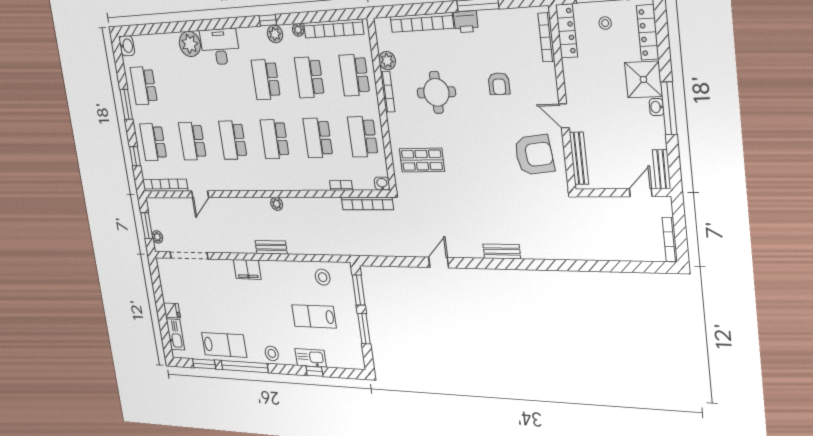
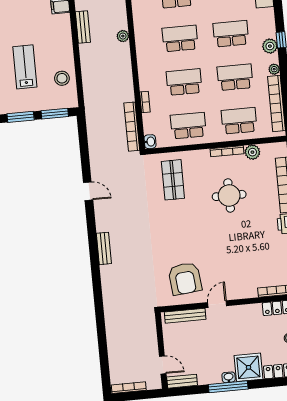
armchair: (499, 84) -> (239, 250), removed

